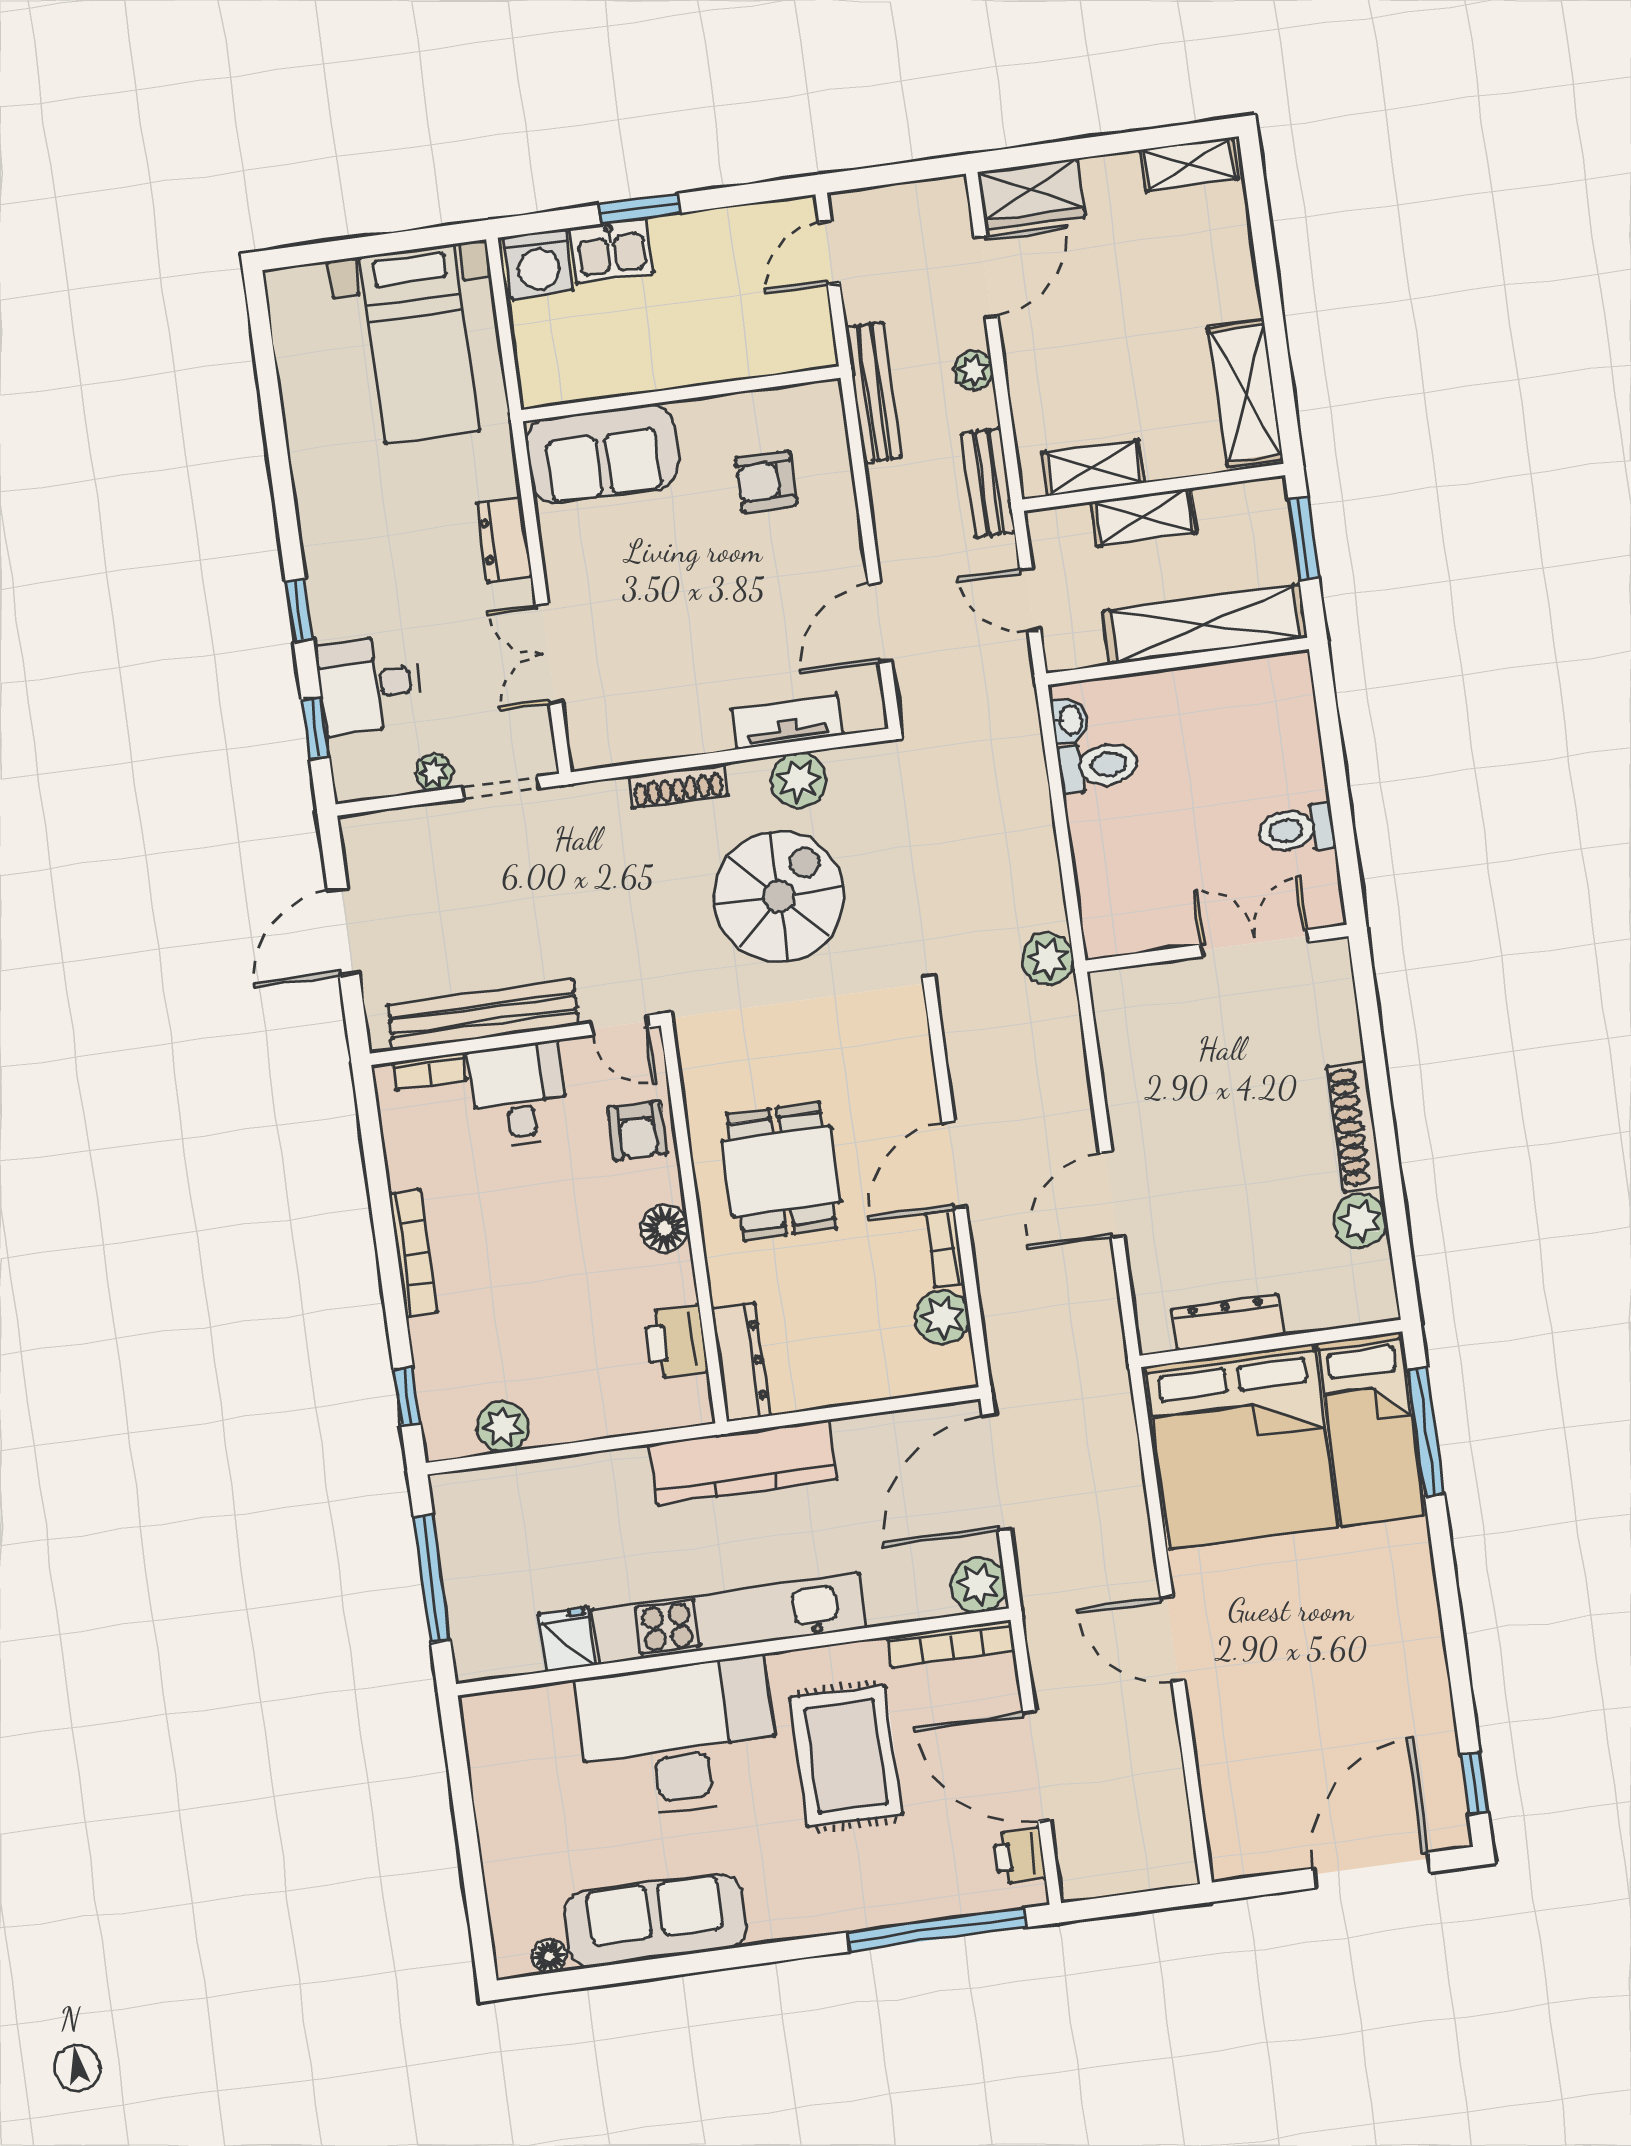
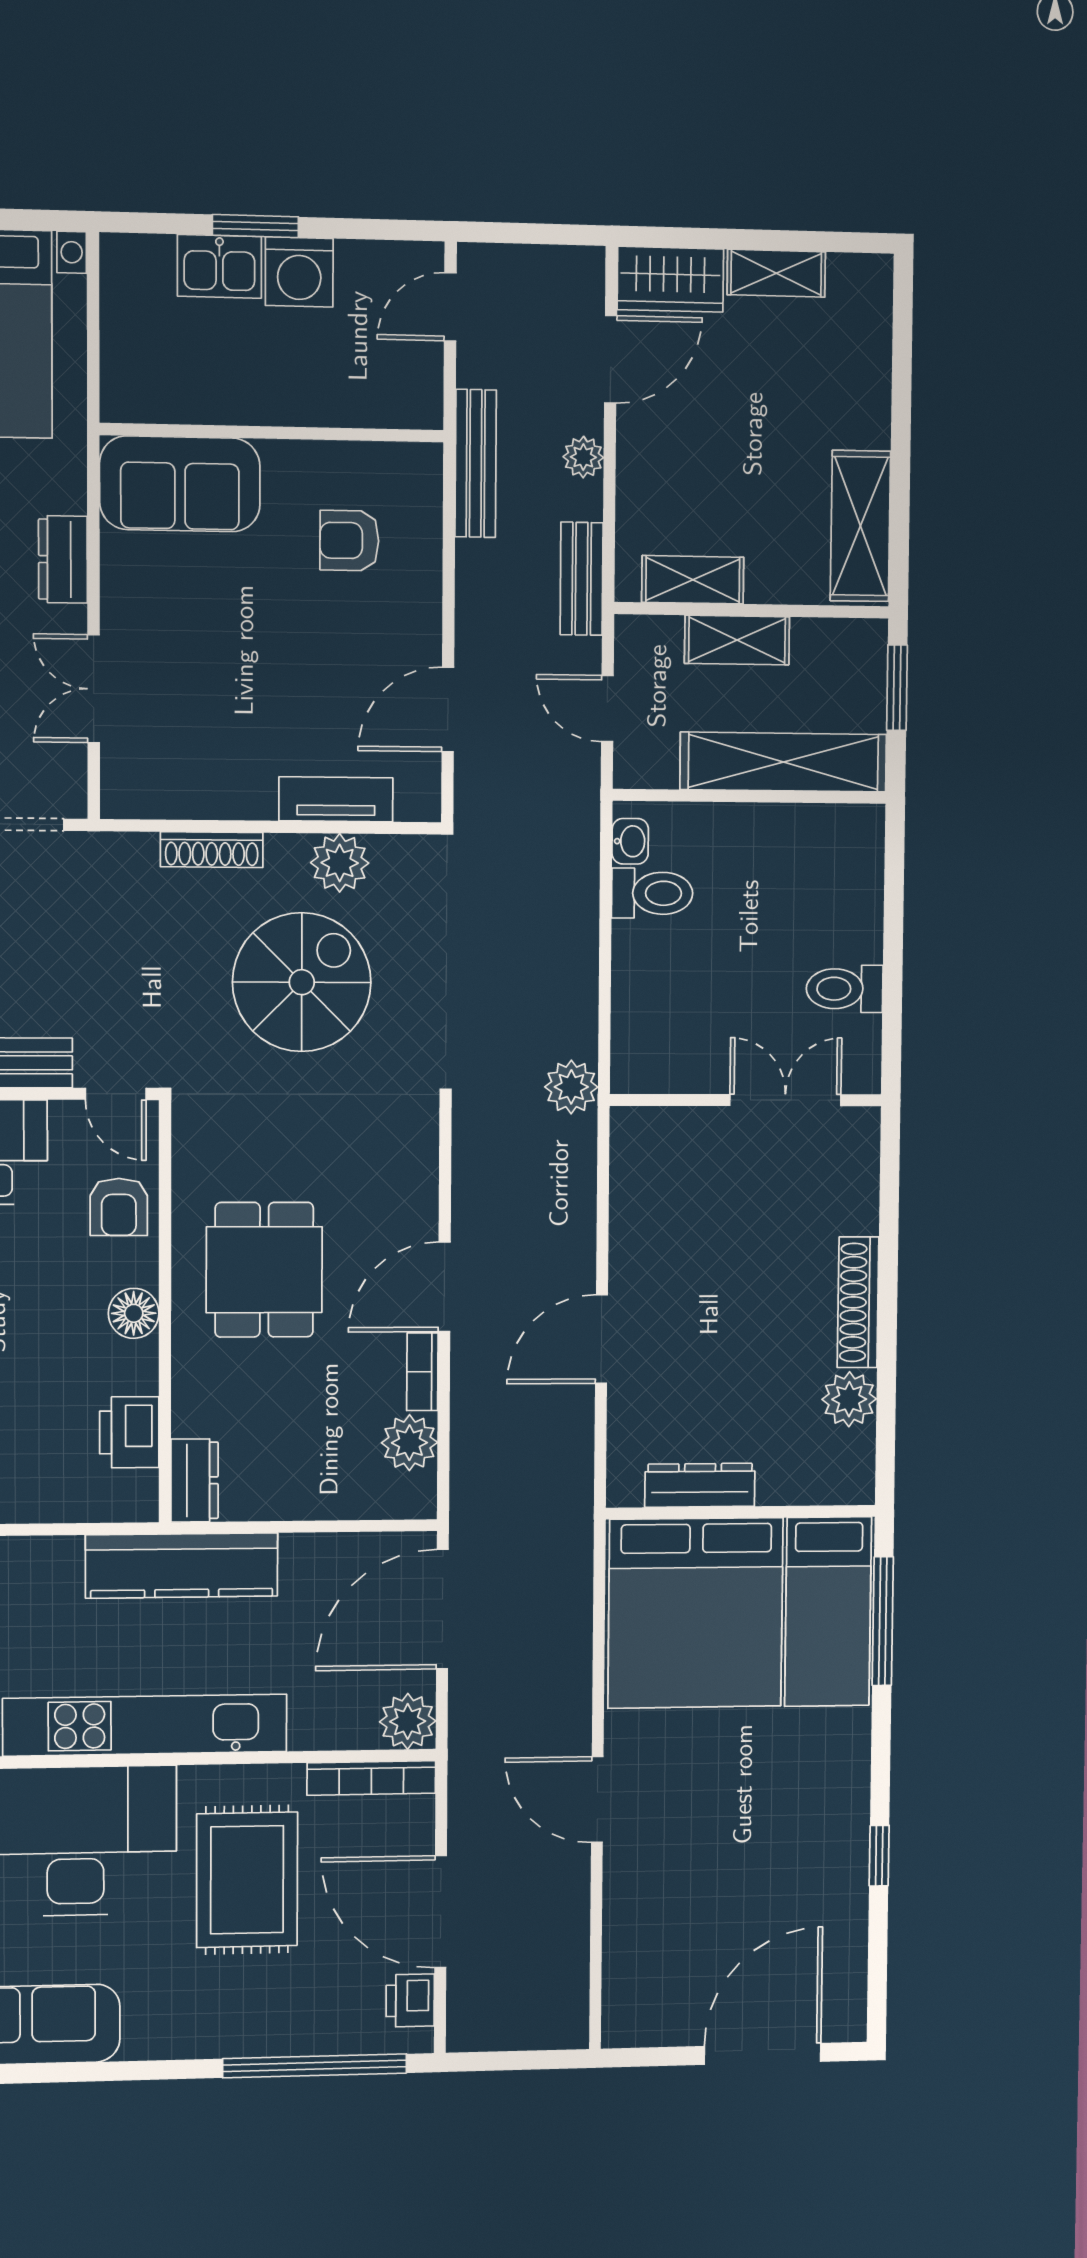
shelving: (1189, 164) -> (776, 273), moved
washing machine: (538, 264) -> (299, 272), moved
dresser: (741, 1362) -> (195, 1480), width x0.70
window: (1474, 1783) -> (879, 1856), moved

